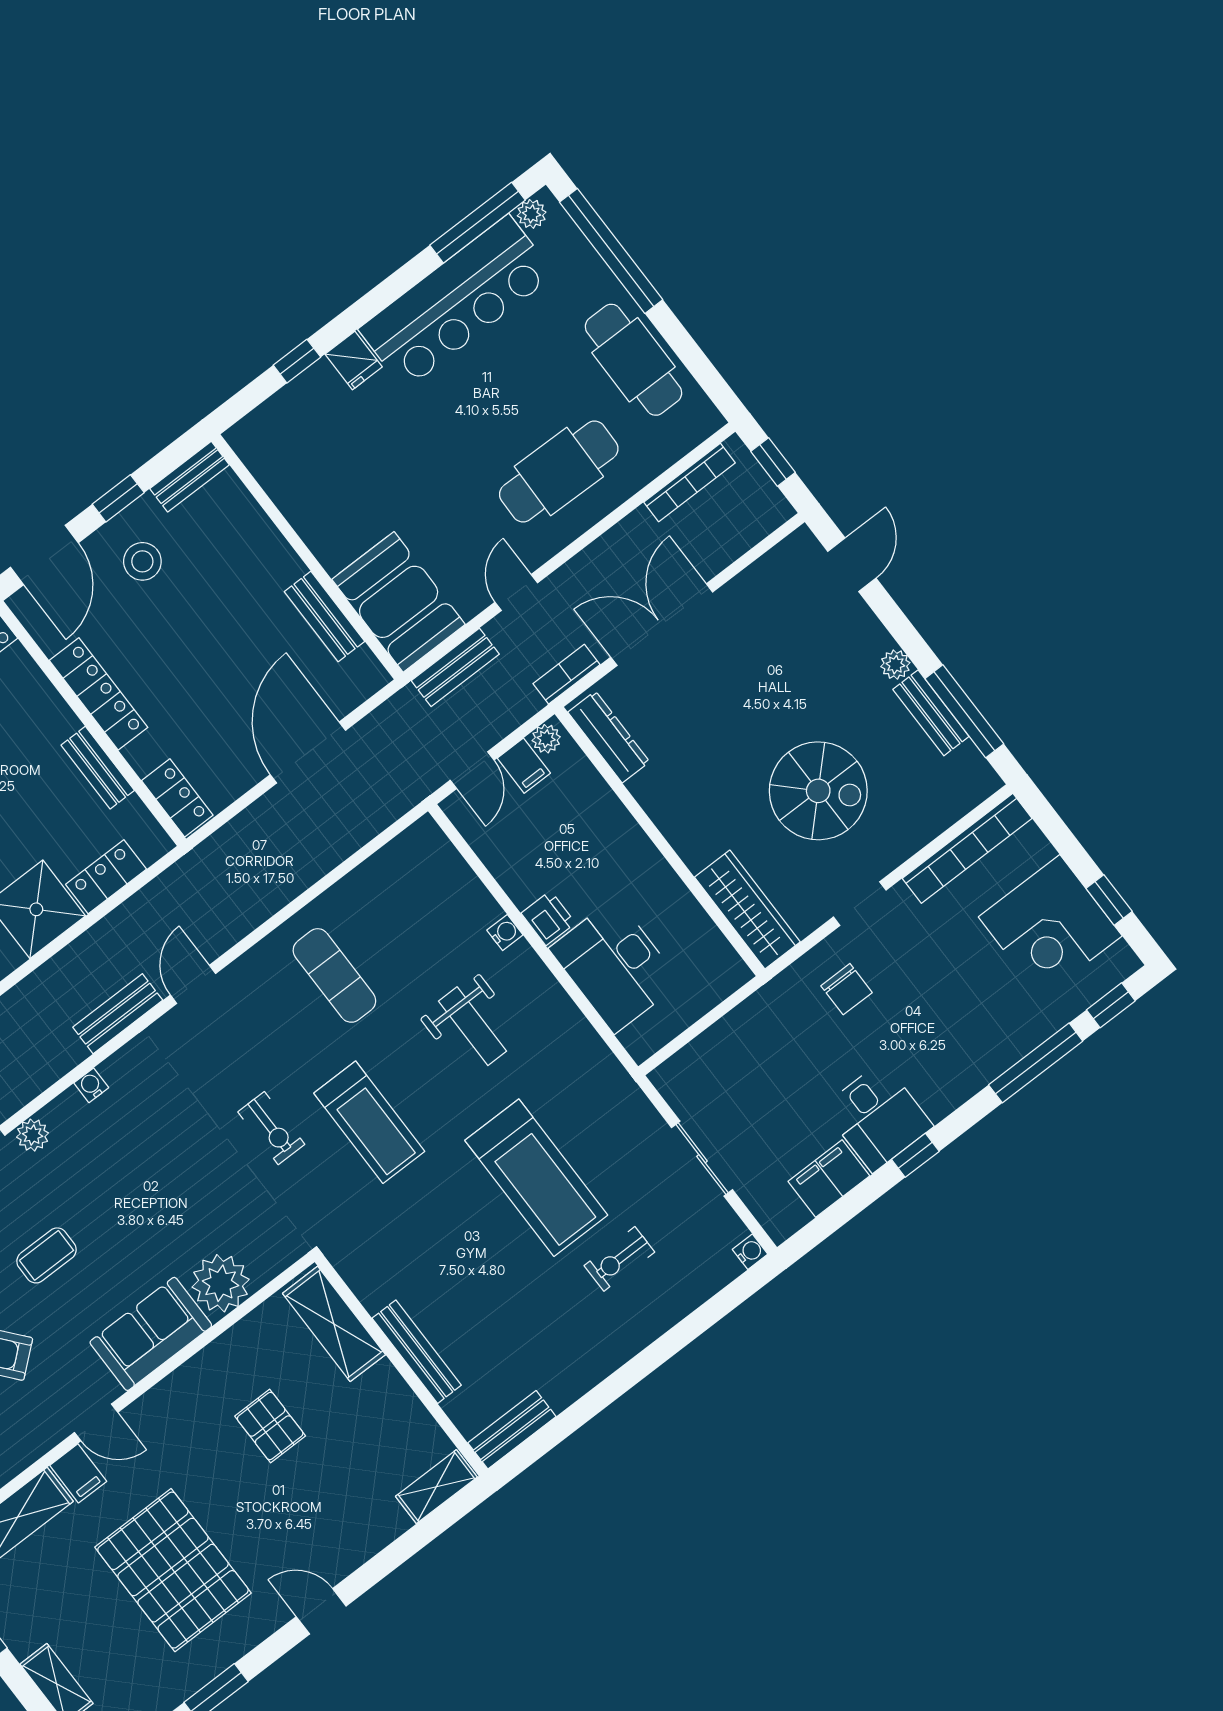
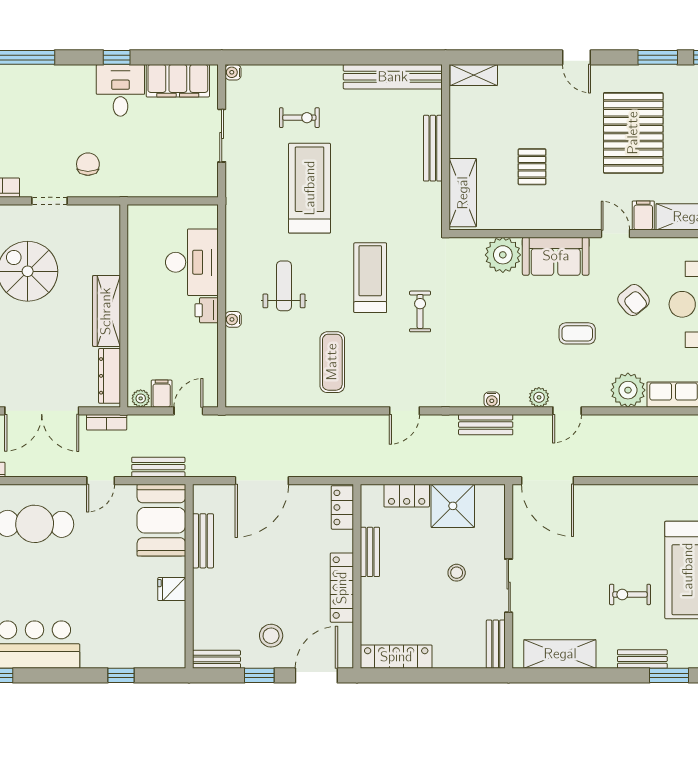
fridge: (354, 361) -> (172, 589), moved, turned -90
wardrobe: (747, 910) -> (106, 311), moved
bench: (118, 1014) -> (486, 425), moved
filing cabinet: (829, 1179) -> (178, 81), width x1.50, depth x1.17
bench: (512, 1430) -> (393, 77), width x1.86, depth x1.21

